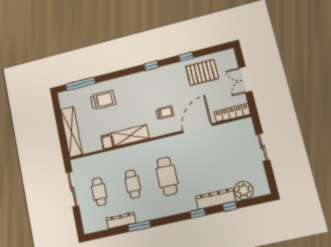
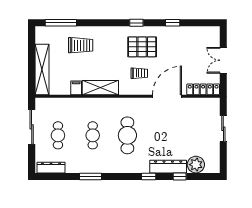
pallet: (202, 72) -> (142, 47), moved
dresser: (121, 221) -> (51, 168), moved

